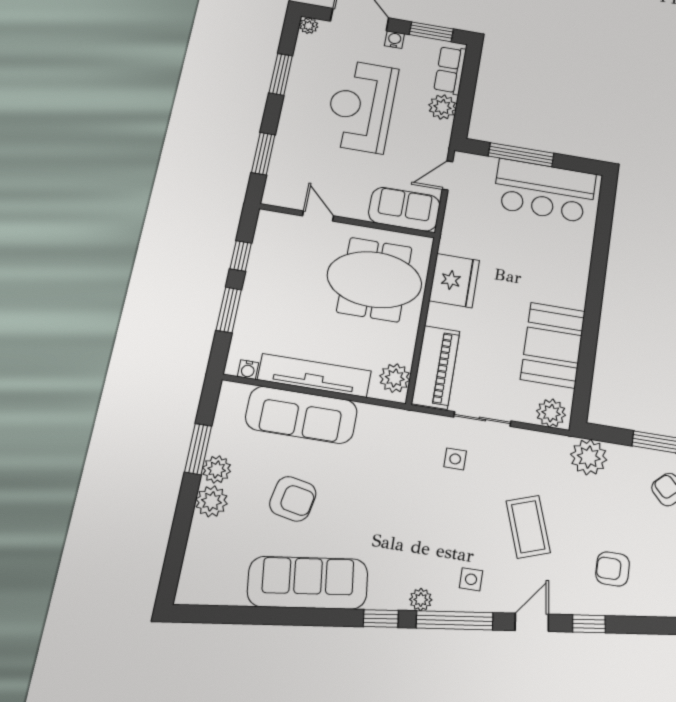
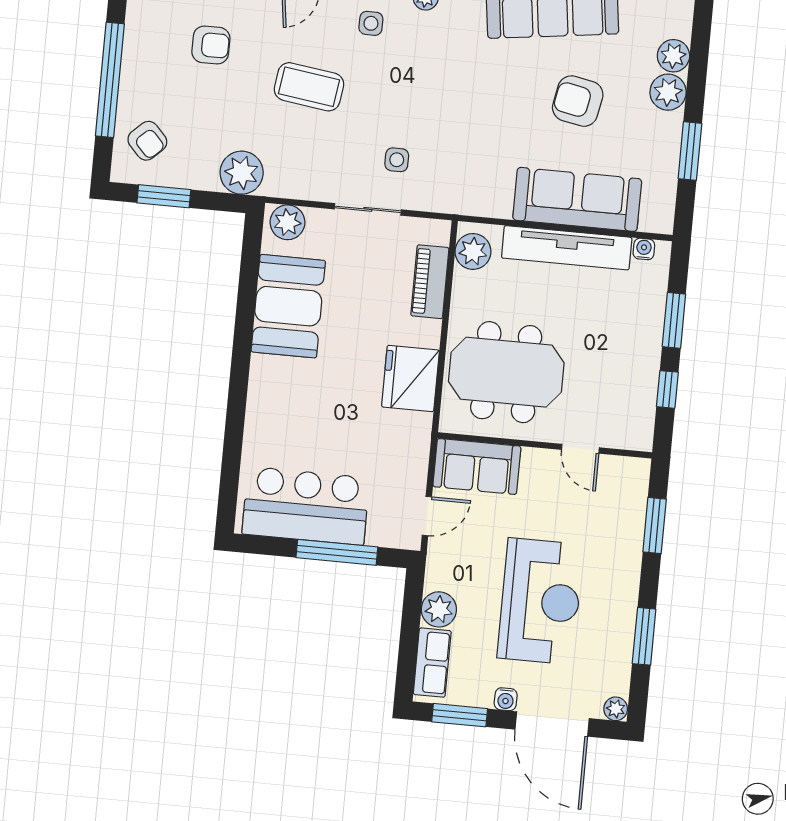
piano: (436, 367) -> (430, 282), width x0.73, depth x0.75
plant: (217, 469) -> (673, 56), moved
coffee table: (528, 527) -> (309, 87), turned -63

